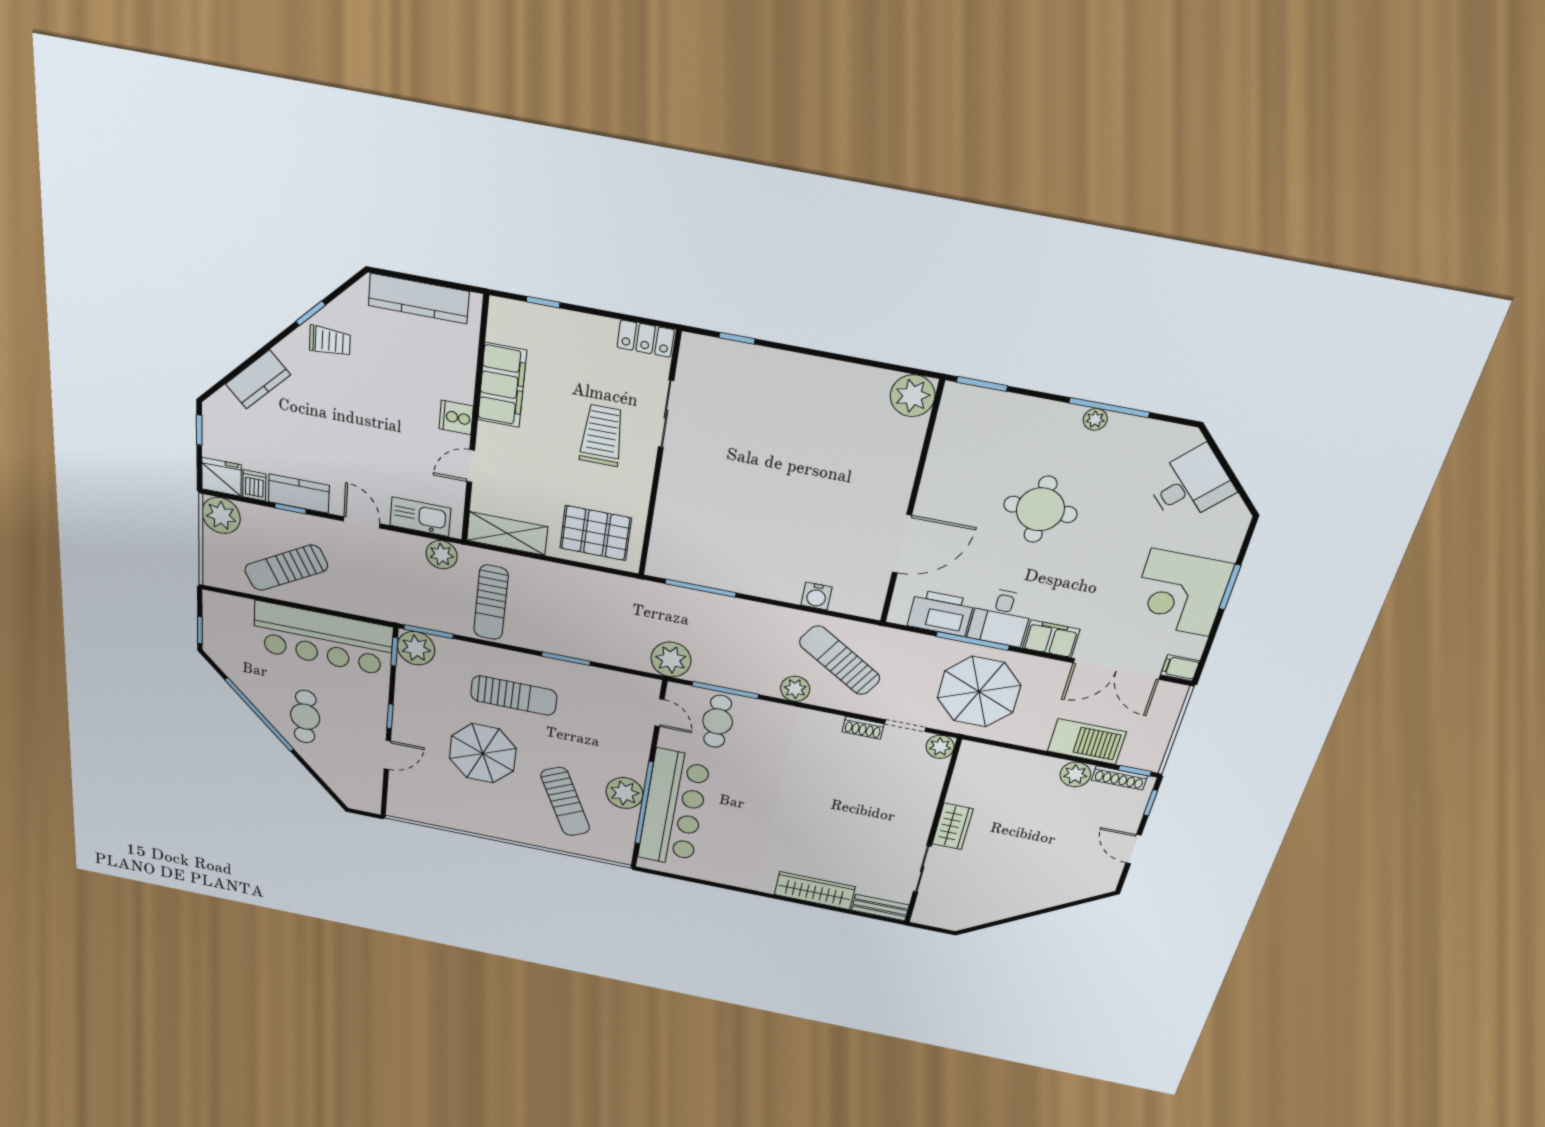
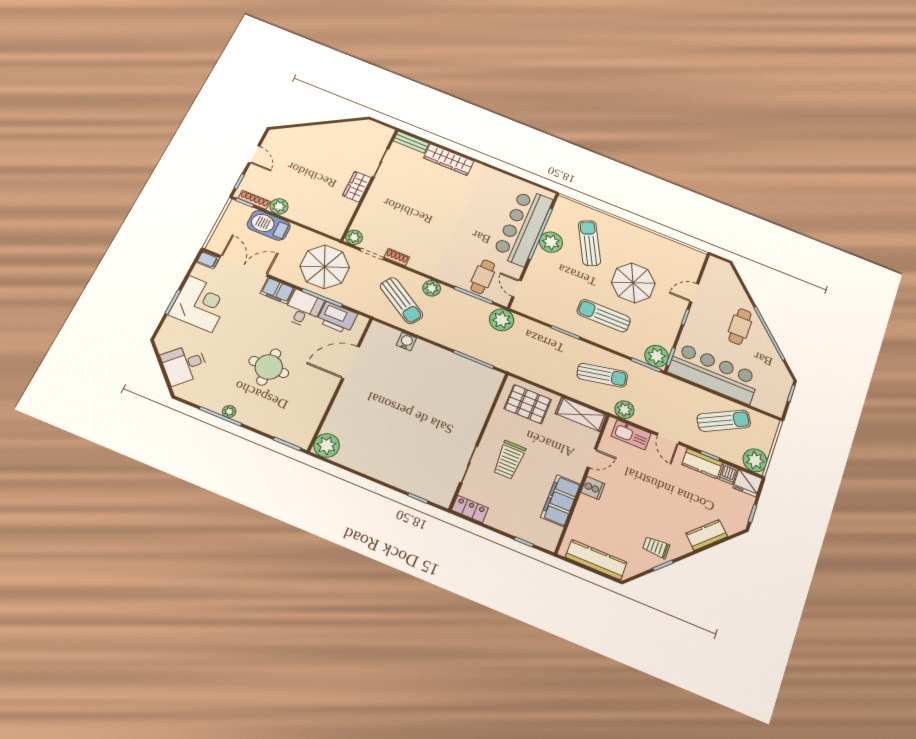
sun lounger: (491, 602) -> (602, 375), turned 78

